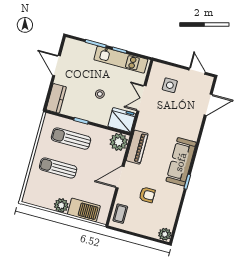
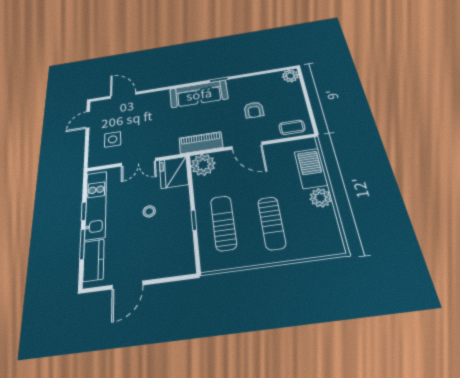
kitchen counter: (56, 98) -> (94, 260), moved, turned 90
sun lounger: (71, 139) -> (223, 223), turned 180
armchair: (147, 195) -> (254, 110), turned 180

